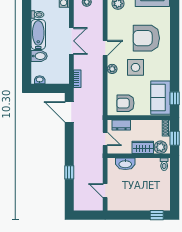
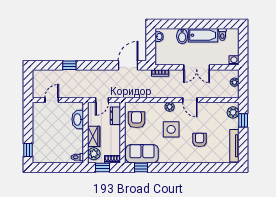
armchair: (146, 38) -> (200, 140), width x0.53, depth x0.53

